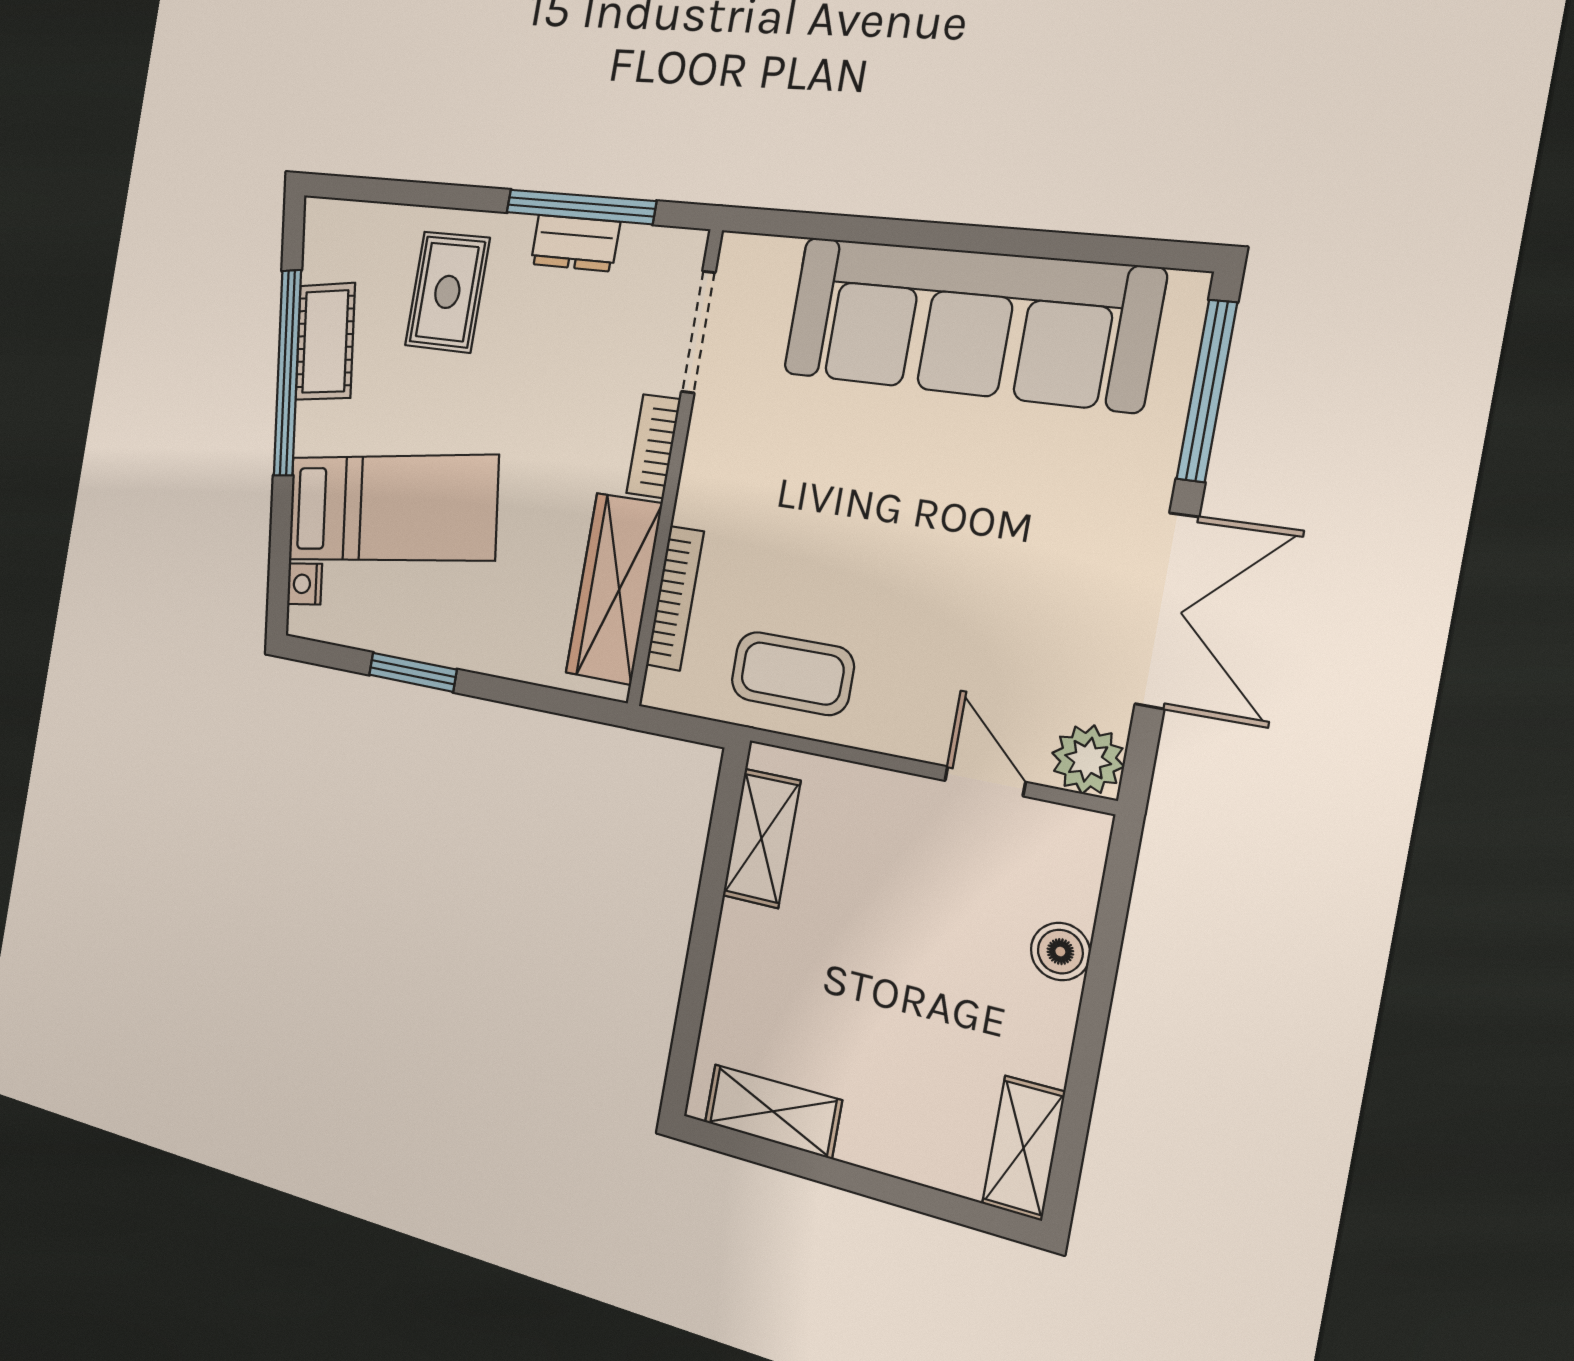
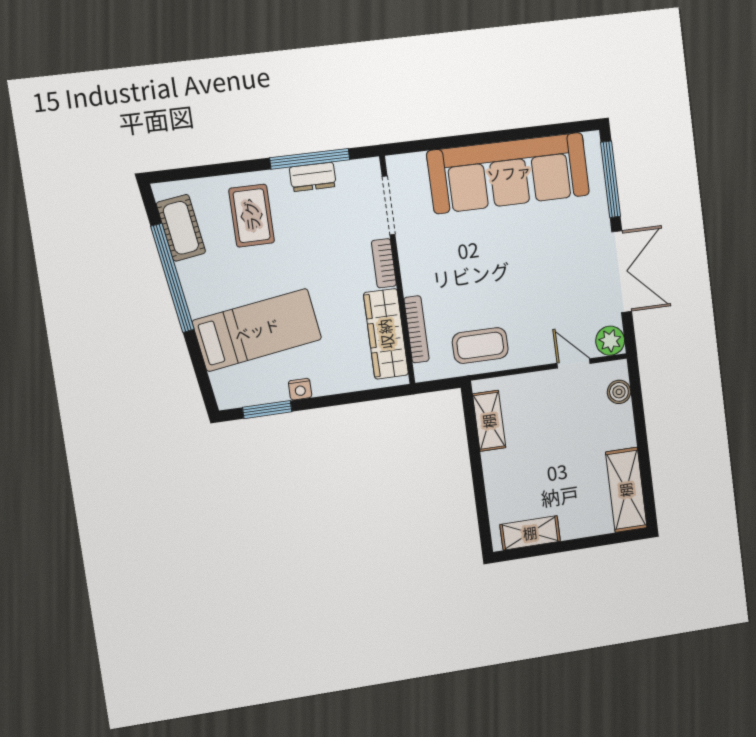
cot: (325, 342) -> (181, 228), moved
nightstand: (305, 584) -> (300, 389), moved, turned -82
window: (413, 672) -> (267, 410), moved
boiler: (1060, 952) -> (619, 392), moved
shelving: (1024, 1148) -> (626, 490), width x1.50, depth x1.33

